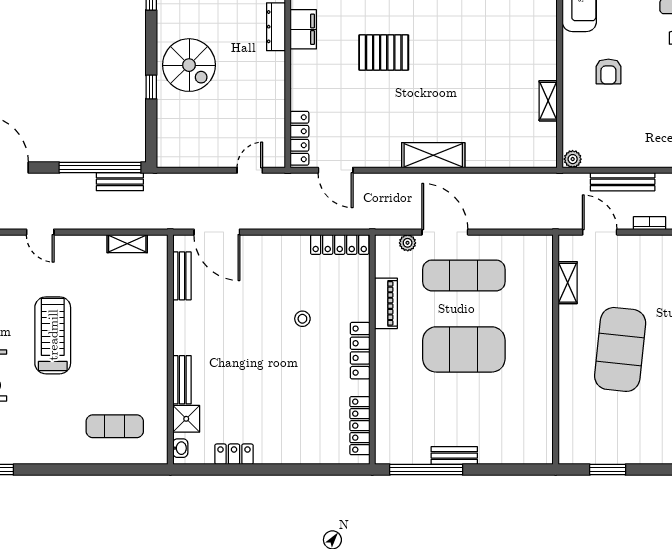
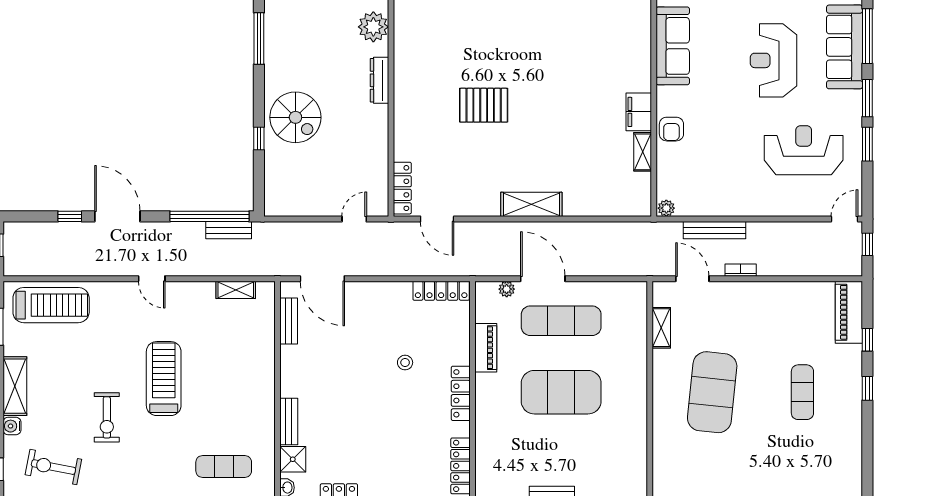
filing cabinet: (303, 29) -> (639, 112), moved, turned 180
armchair: (608, 71) -> (671, 129), moved

